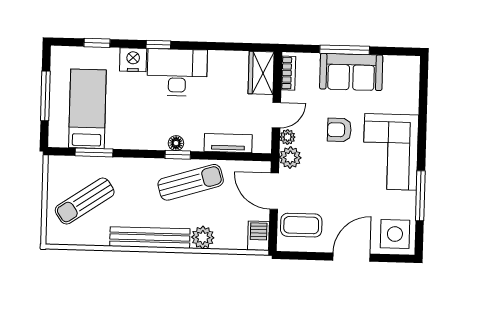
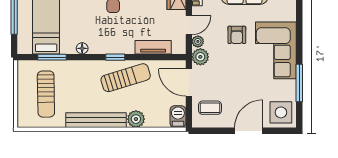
armchair: (339, 130) -> (237, 35), turned -90
floor lamp: (176, 143) -> (82, 48), moved
sun lounger: (85, 201) -> (46, 94), turned -57
coffee table: (301, 225) -> (210, 108), width x0.73, depth x0.77

